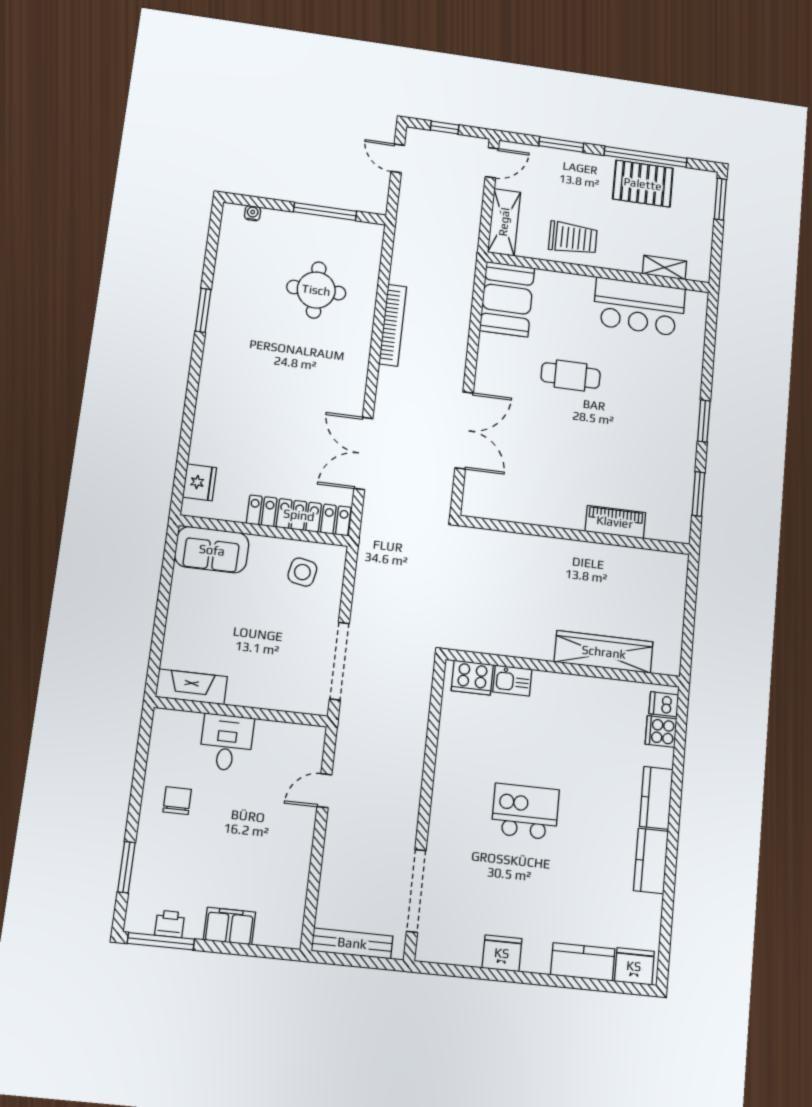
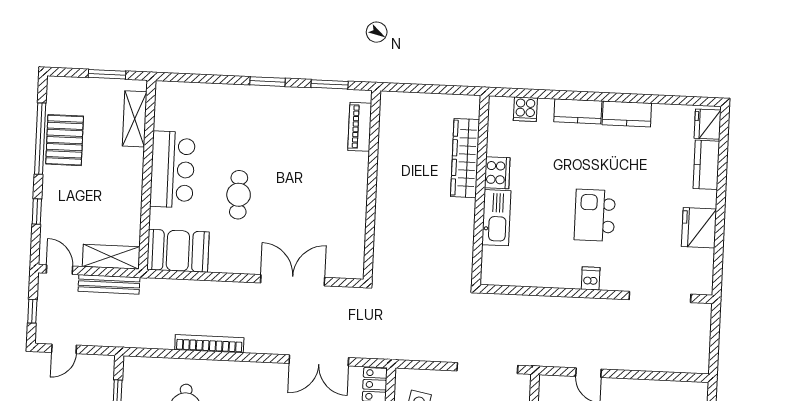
window: (561, 145) -> (37, 212), width x0.67
window: (720, 199) -> (107, 74), moved
trolley: (573, 238) -> (119, 198), removed
shelving: (665, 268) -> (135, 119), width x1.50, depth x1.33
bar counter: (639, 307) -> (172, 169), moved
piano: (615, 522) -> (360, 127), moved
cooker: (472, 678) -> (497, 173), moved
kitchen sink: (512, 681) -> (496, 218), width x1.88, depth x1.24
dishwasher: (664, 704) -> (591, 278), moved, turned 180
bench: (352, 943) -> (109, 284), moved, turned 90
fridge: (502, 953) -> (699, 228), width x1.36, depth x1.34

